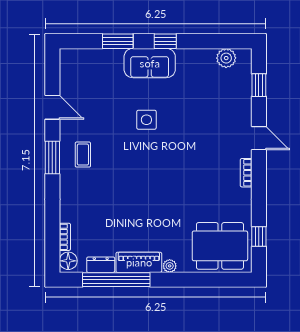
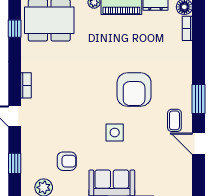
armchair: (200, 88) -> (67, 161), added
coffee table: (83, 155) -> (174, 120), moved
armchair: (125, 168) -> (134, 90), added

